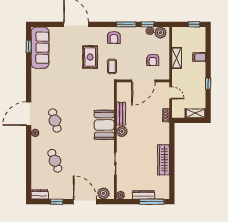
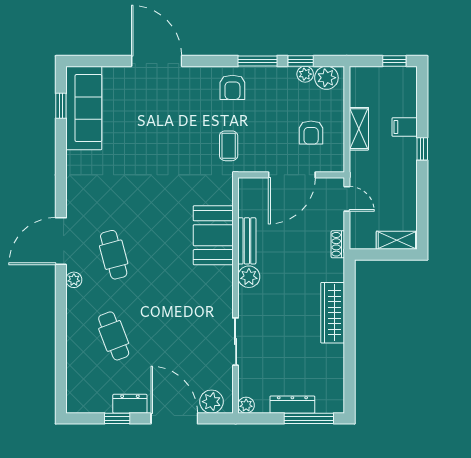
rug: (90, 57) -> (185, 127), removed
window: (208, 84) -> (422, 149), moved
booth: (104, 125) -> (213, 235), moved
wardrobe: (164, 160) -> (333, 313), moved
dresser: (40, 194) -> (130, 404), moved

